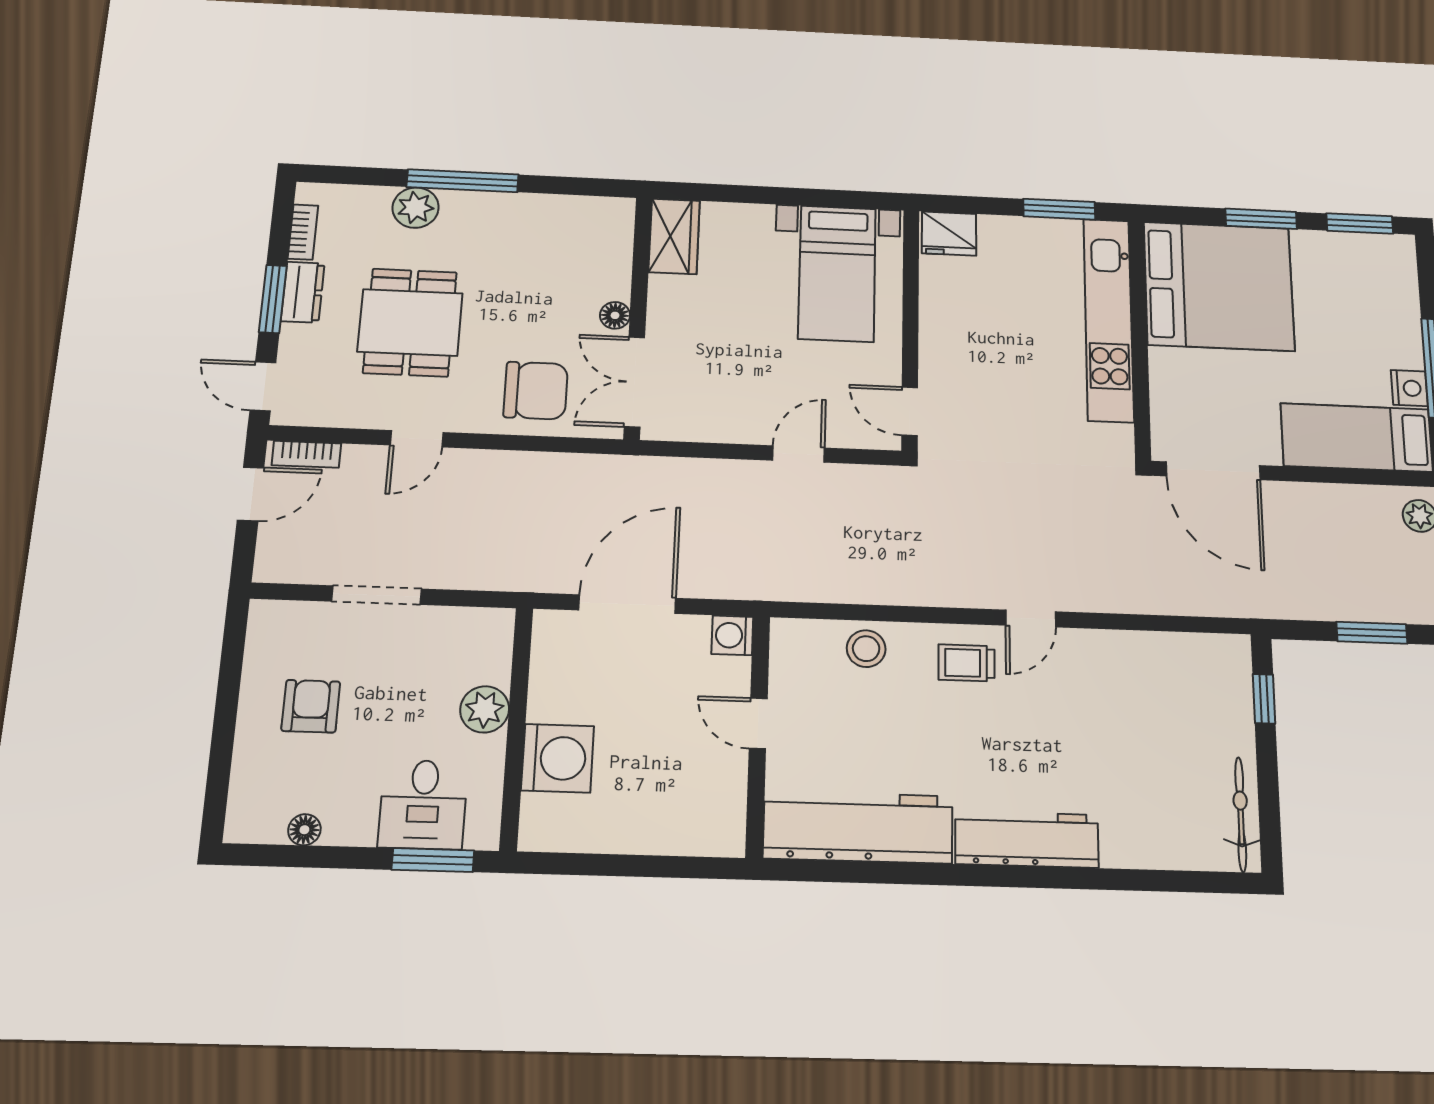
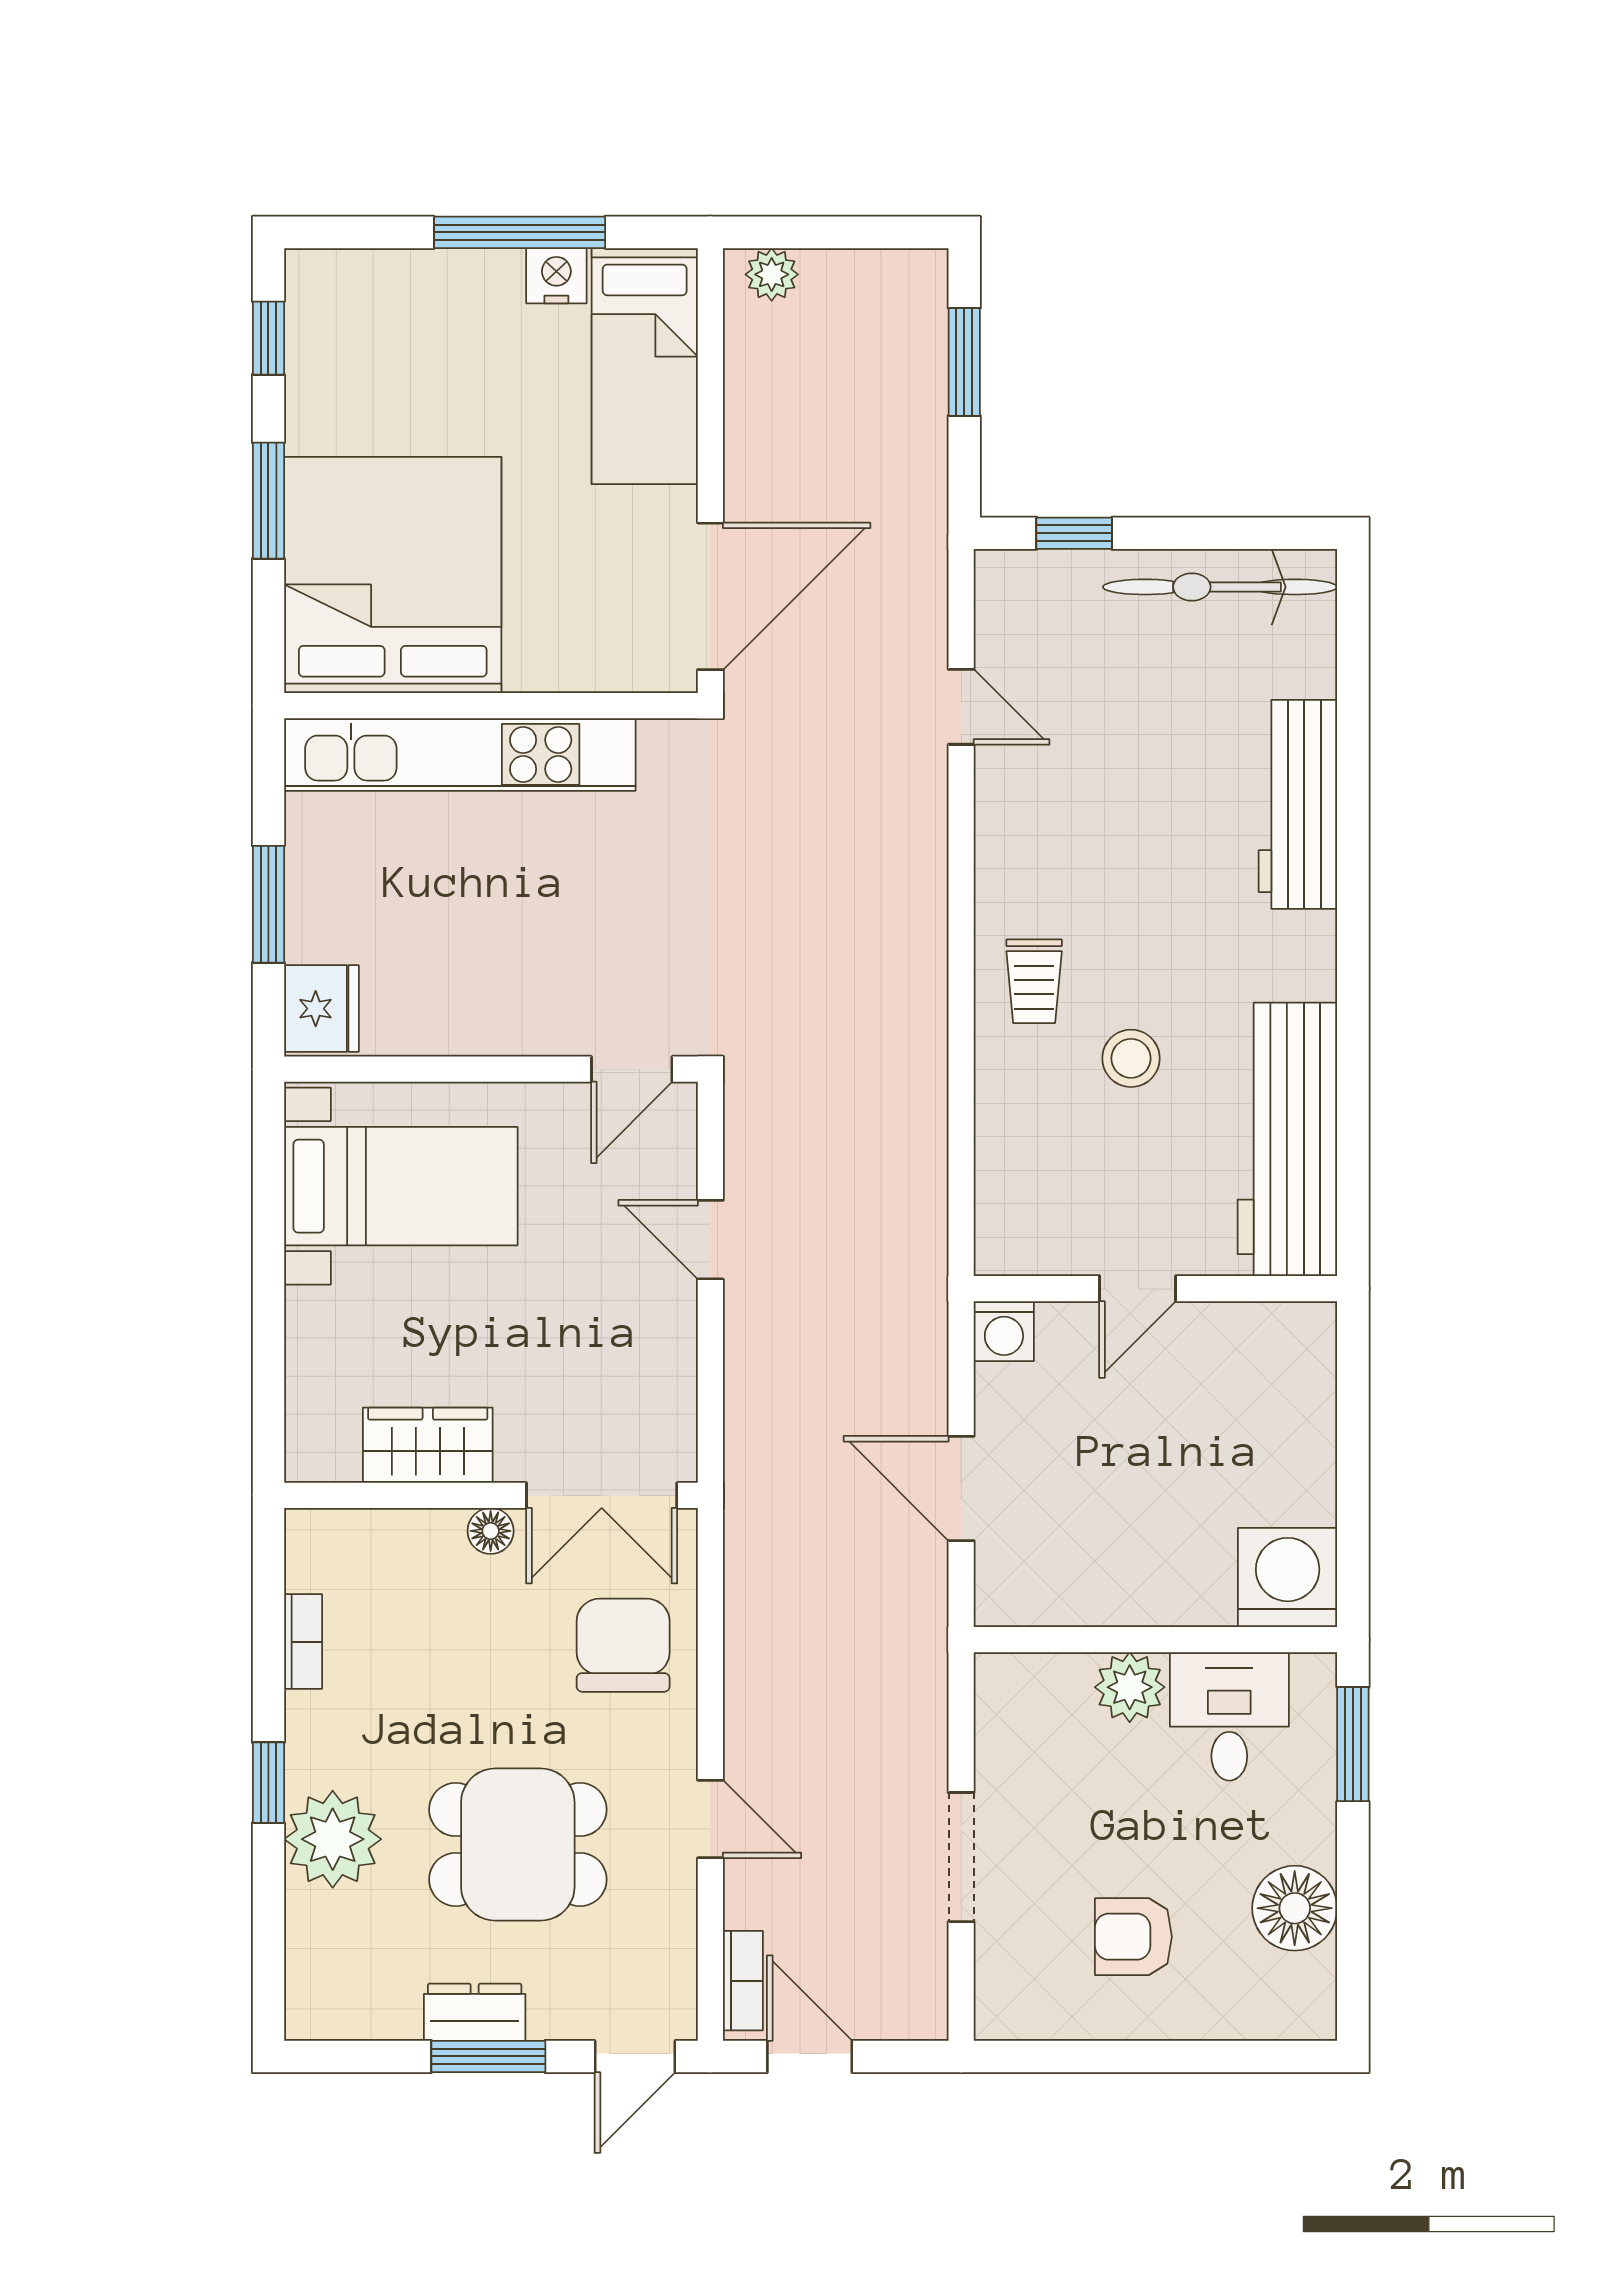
window: (463, 181) -> (268, 1783), width x0.46
plant: (416, 208) -> (333, 1839), width x1.36, depth x1.36
window: (1059, 209) -> (268, 904), moved
window: (1360, 224) -> (268, 338), width x0.67
bookcase: (303, 232) -> (303, 1642), moved, turned 90
wardrobe: (674, 236) -> (428, 1445), moved
door: (627, 604) -> (961, 1488), width x0.73
door: (1031, 618) -> (961, 707), moved
stool: (866, 649) -> (1131, 1058), moved
washing machine: (558, 758) -> (1288, 1577), moved
desk: (423, 804) -> (1229, 1716), moved, turned -90
bicycle: (1241, 814) -> (1220, 587), width x1.37, depth x1.40
floor lamp: (304, 830) -> (1295, 1908), width x1.89, depth x1.89
workbench: (1027, 839) -> (1298, 804), moved

